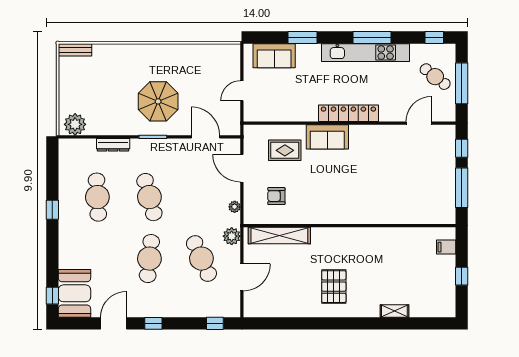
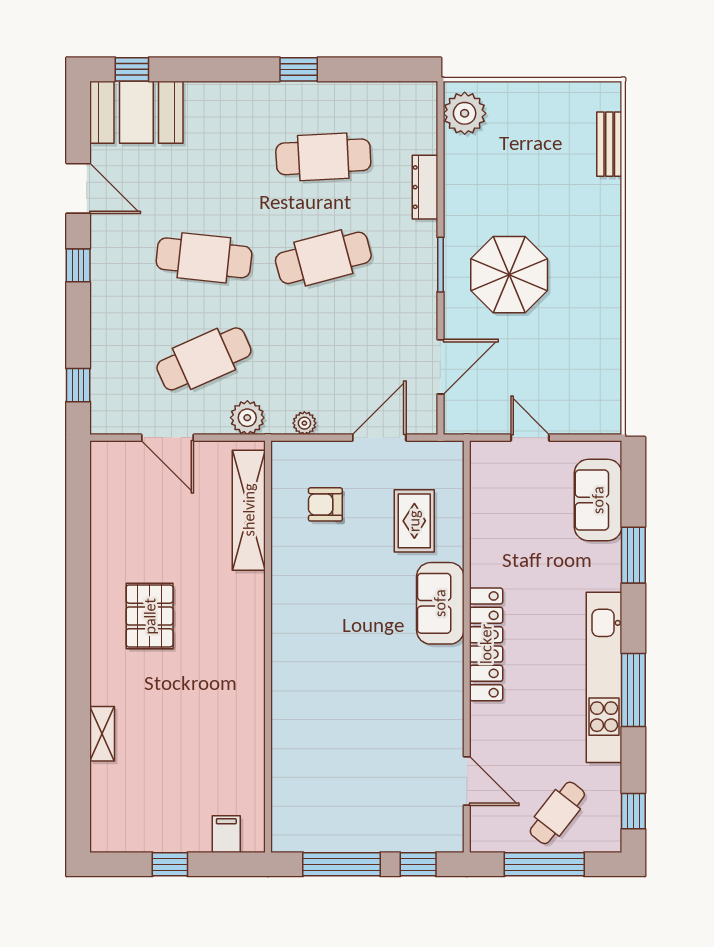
bench: (75, 50) -> (609, 144), moved
armchair: (276, 196) -> (325, 504), turned -90
pallet: (334, 287) -> (150, 616), turned 90

